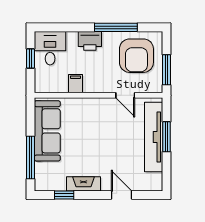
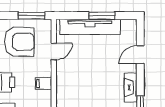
filing cabinet: (75, 84) -> (44, 84), moved
window: (166, 137) -> (102, 16), moved

